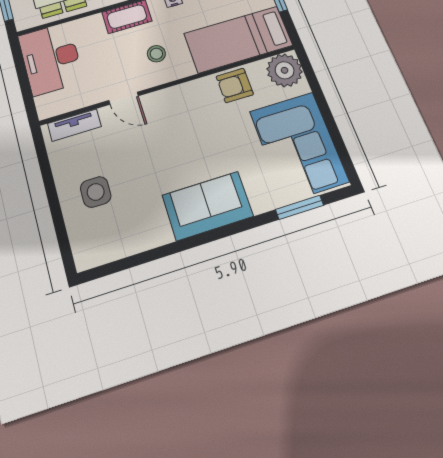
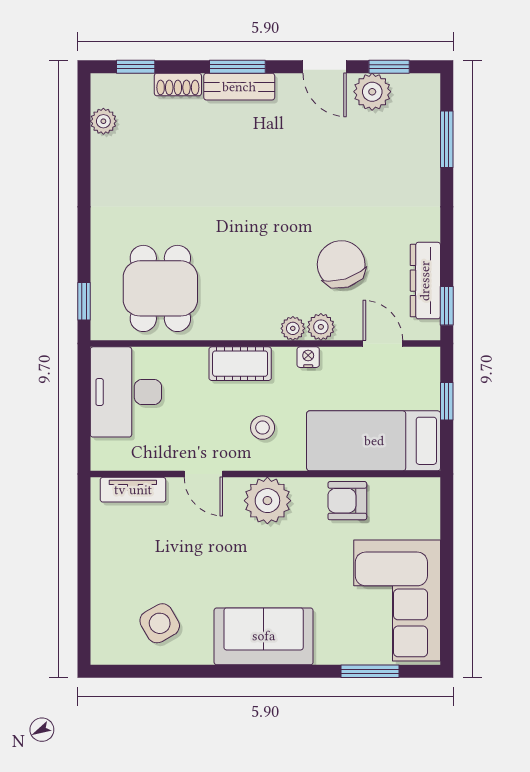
plant: (285, 70) -> (267, 501), moved
side table: (96, 192) -> (160, 623), moved, turned -30

